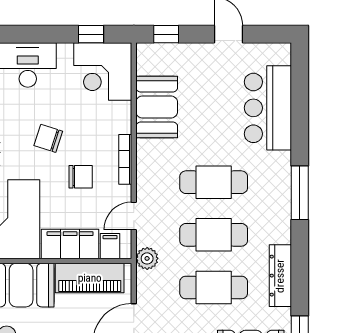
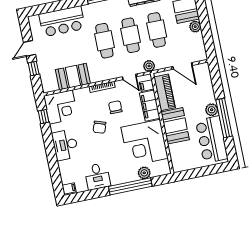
window: (166, 34) -> (34, 68), moved

